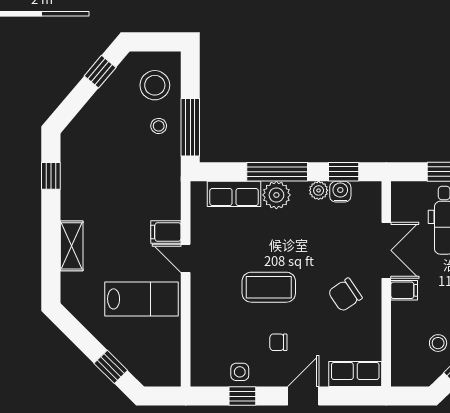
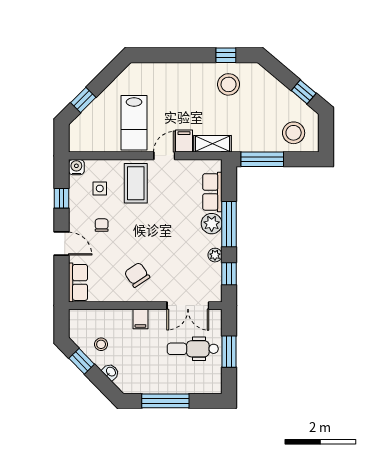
stool: (159, 126) -> (229, 84), moved, width x1.89, depth x1.89
water cooler: (340, 192) -> (76, 167), moved, turned -90
shelving: (72, 246) -> (212, 144), moved
double door: (386, 250) -> (188, 306), moved
coffee table: (269, 287) -> (136, 183), moved
side table: (240, 372) -> (100, 188), moved

